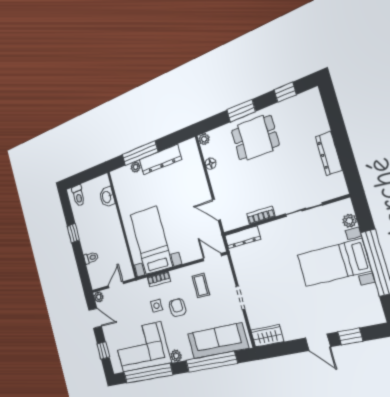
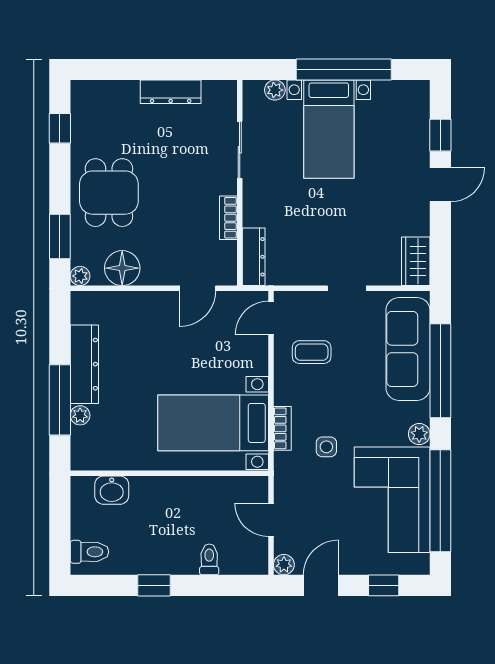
window: (241, 111) -> (60, 237), moved
floor lamp: (211, 164) -> (122, 268), width x1.89, depth x1.89
armchair: (178, 308) -> (338, 407), removed

